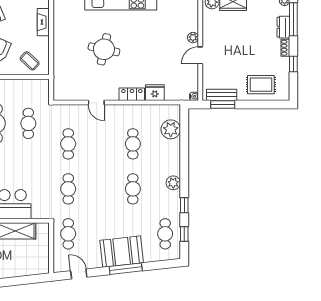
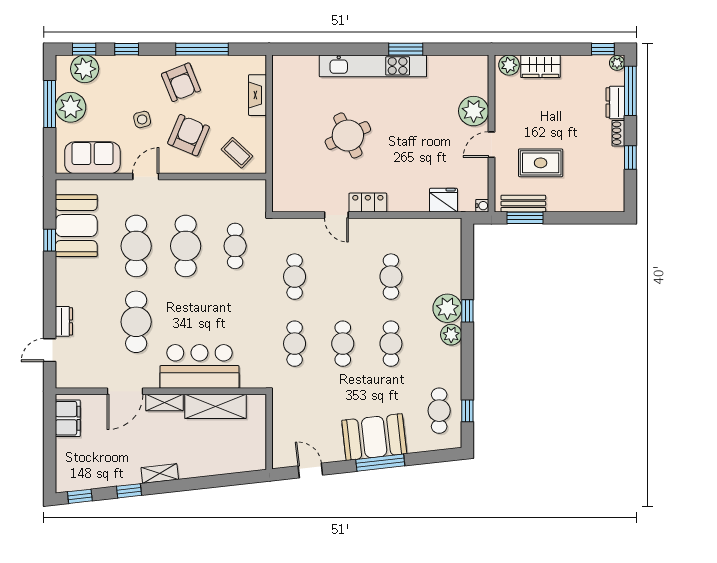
plant: (193, 38) -> (474, 111), width x1.88, depth x1.88
round table: (104, 49) -> (348, 135), turned -37
rug: (261, 85) -> (541, 163), moved
fridge: (155, 93) -> (443, 200), moved
locker: (132, 94) -> (368, 202), moved
plant: (171, 129) -> (447, 308), moved
window: (184, 205) -> (467, 311), moved
cafe table: (68, 234) -> (343, 344), moved

